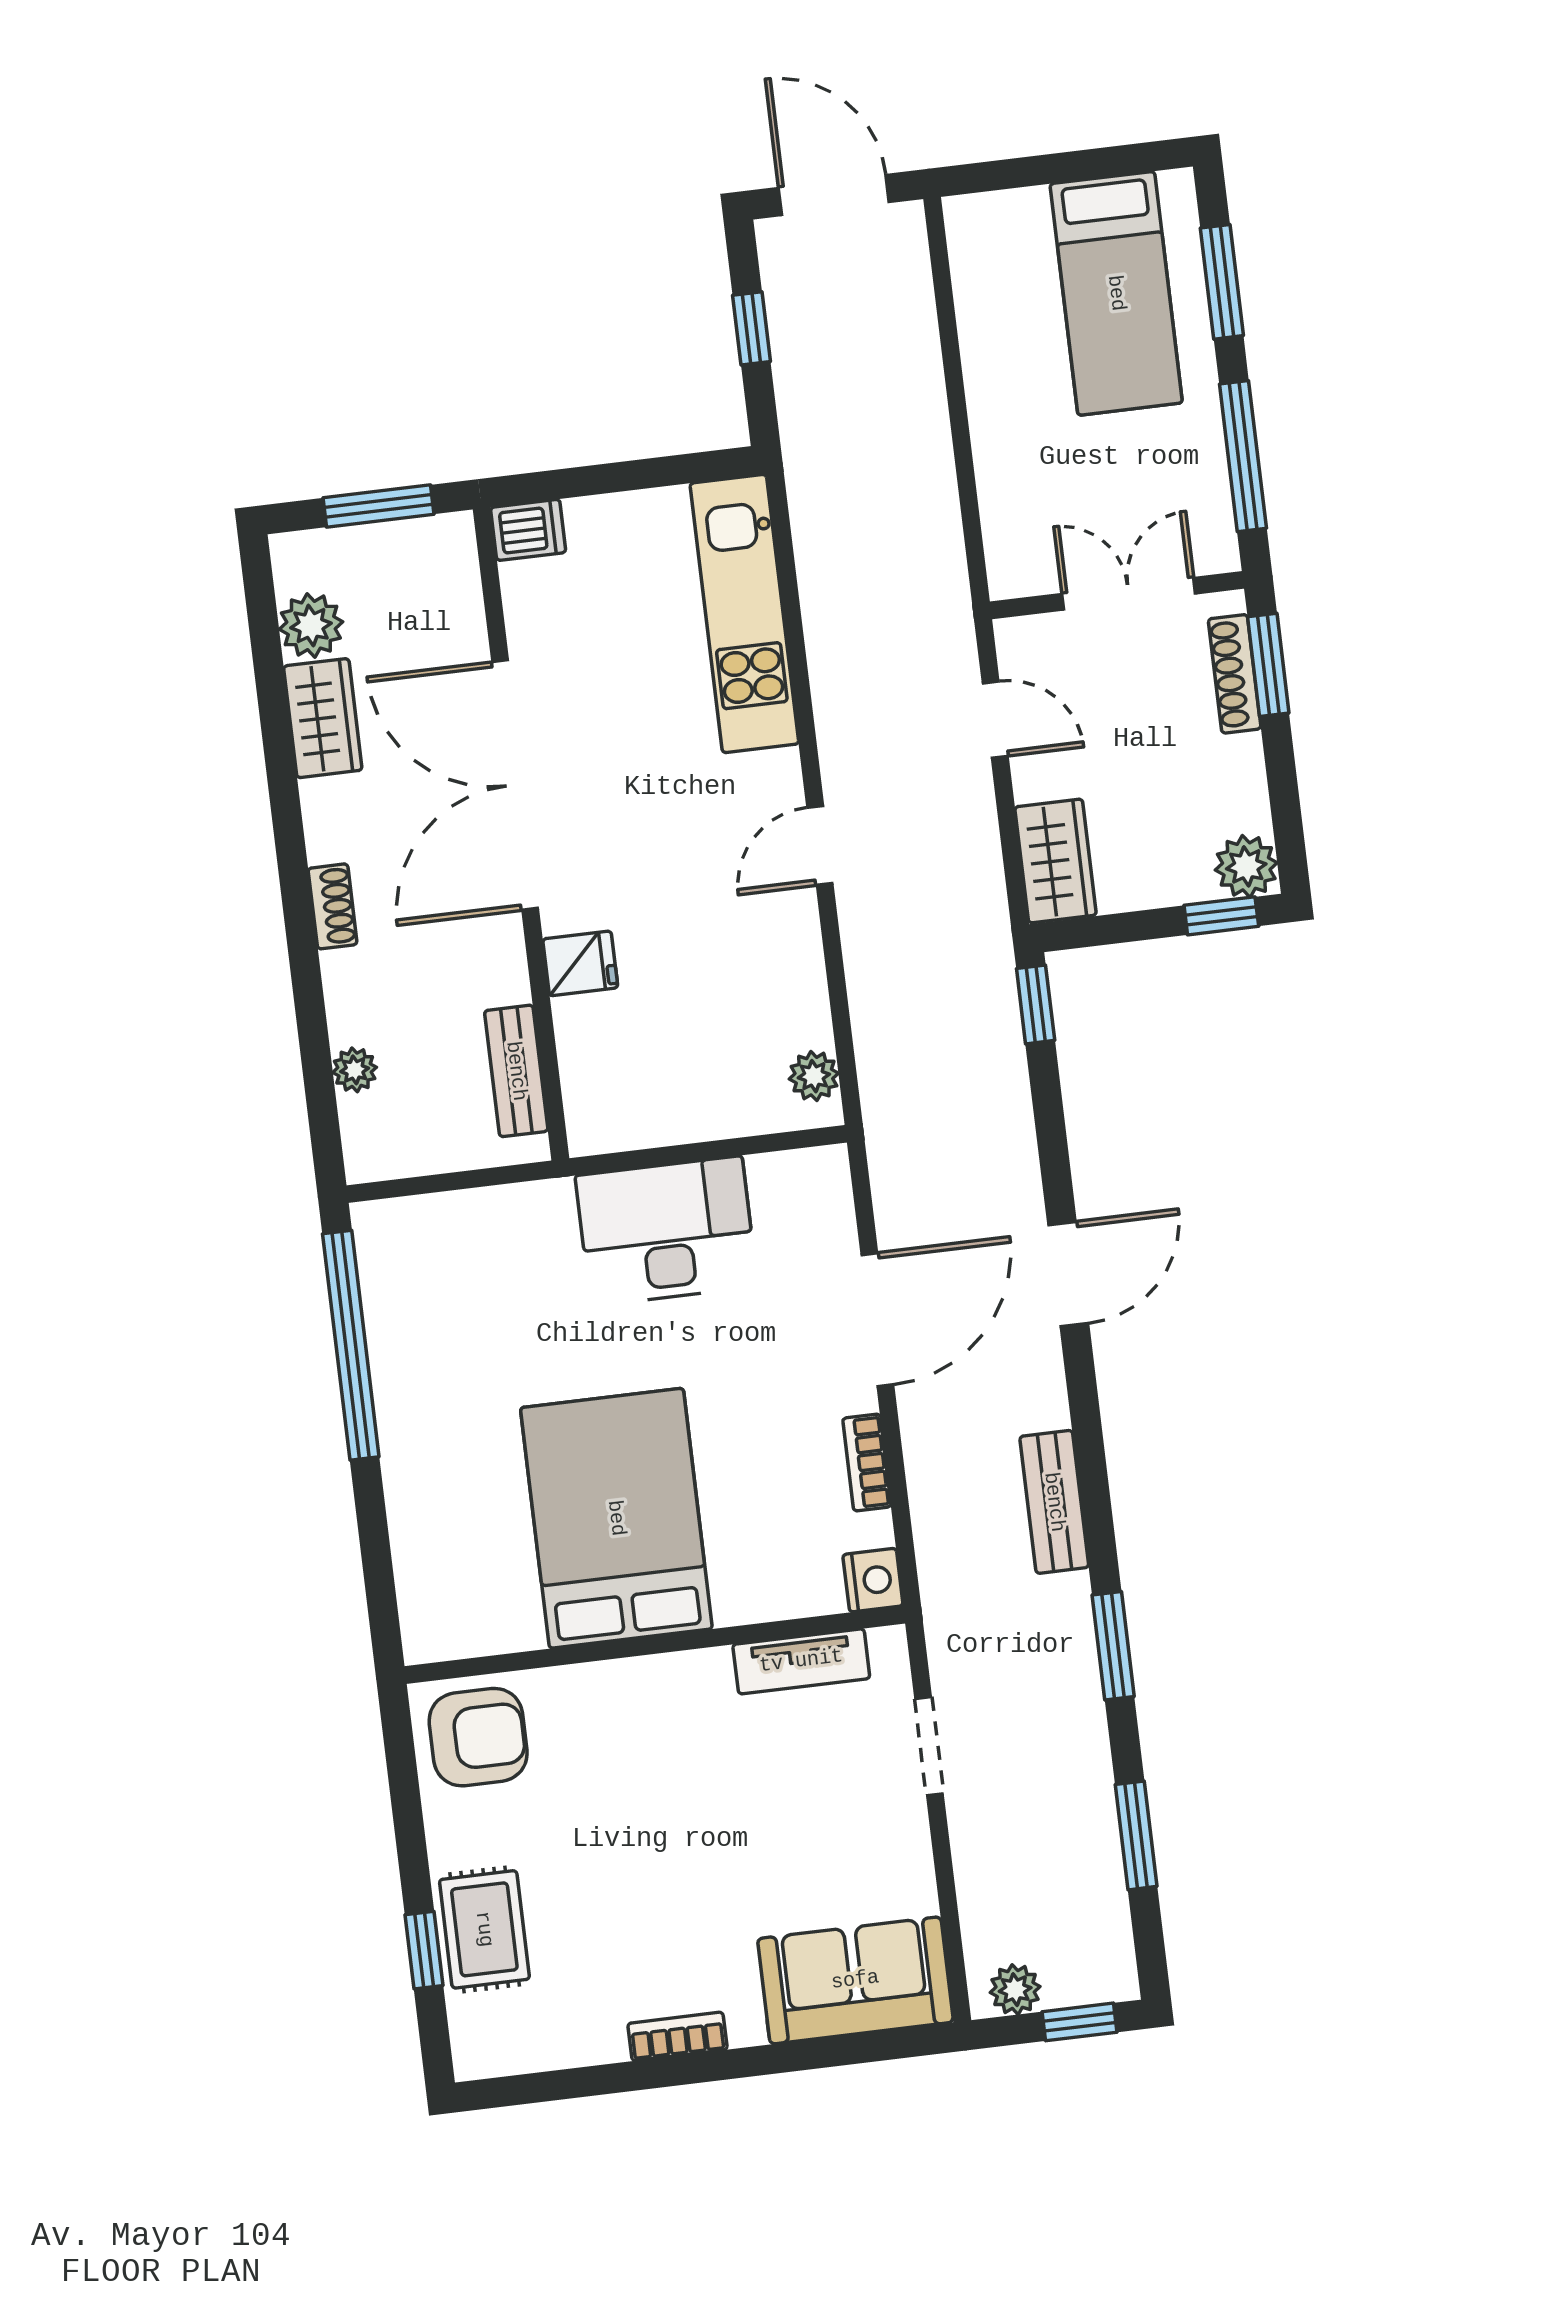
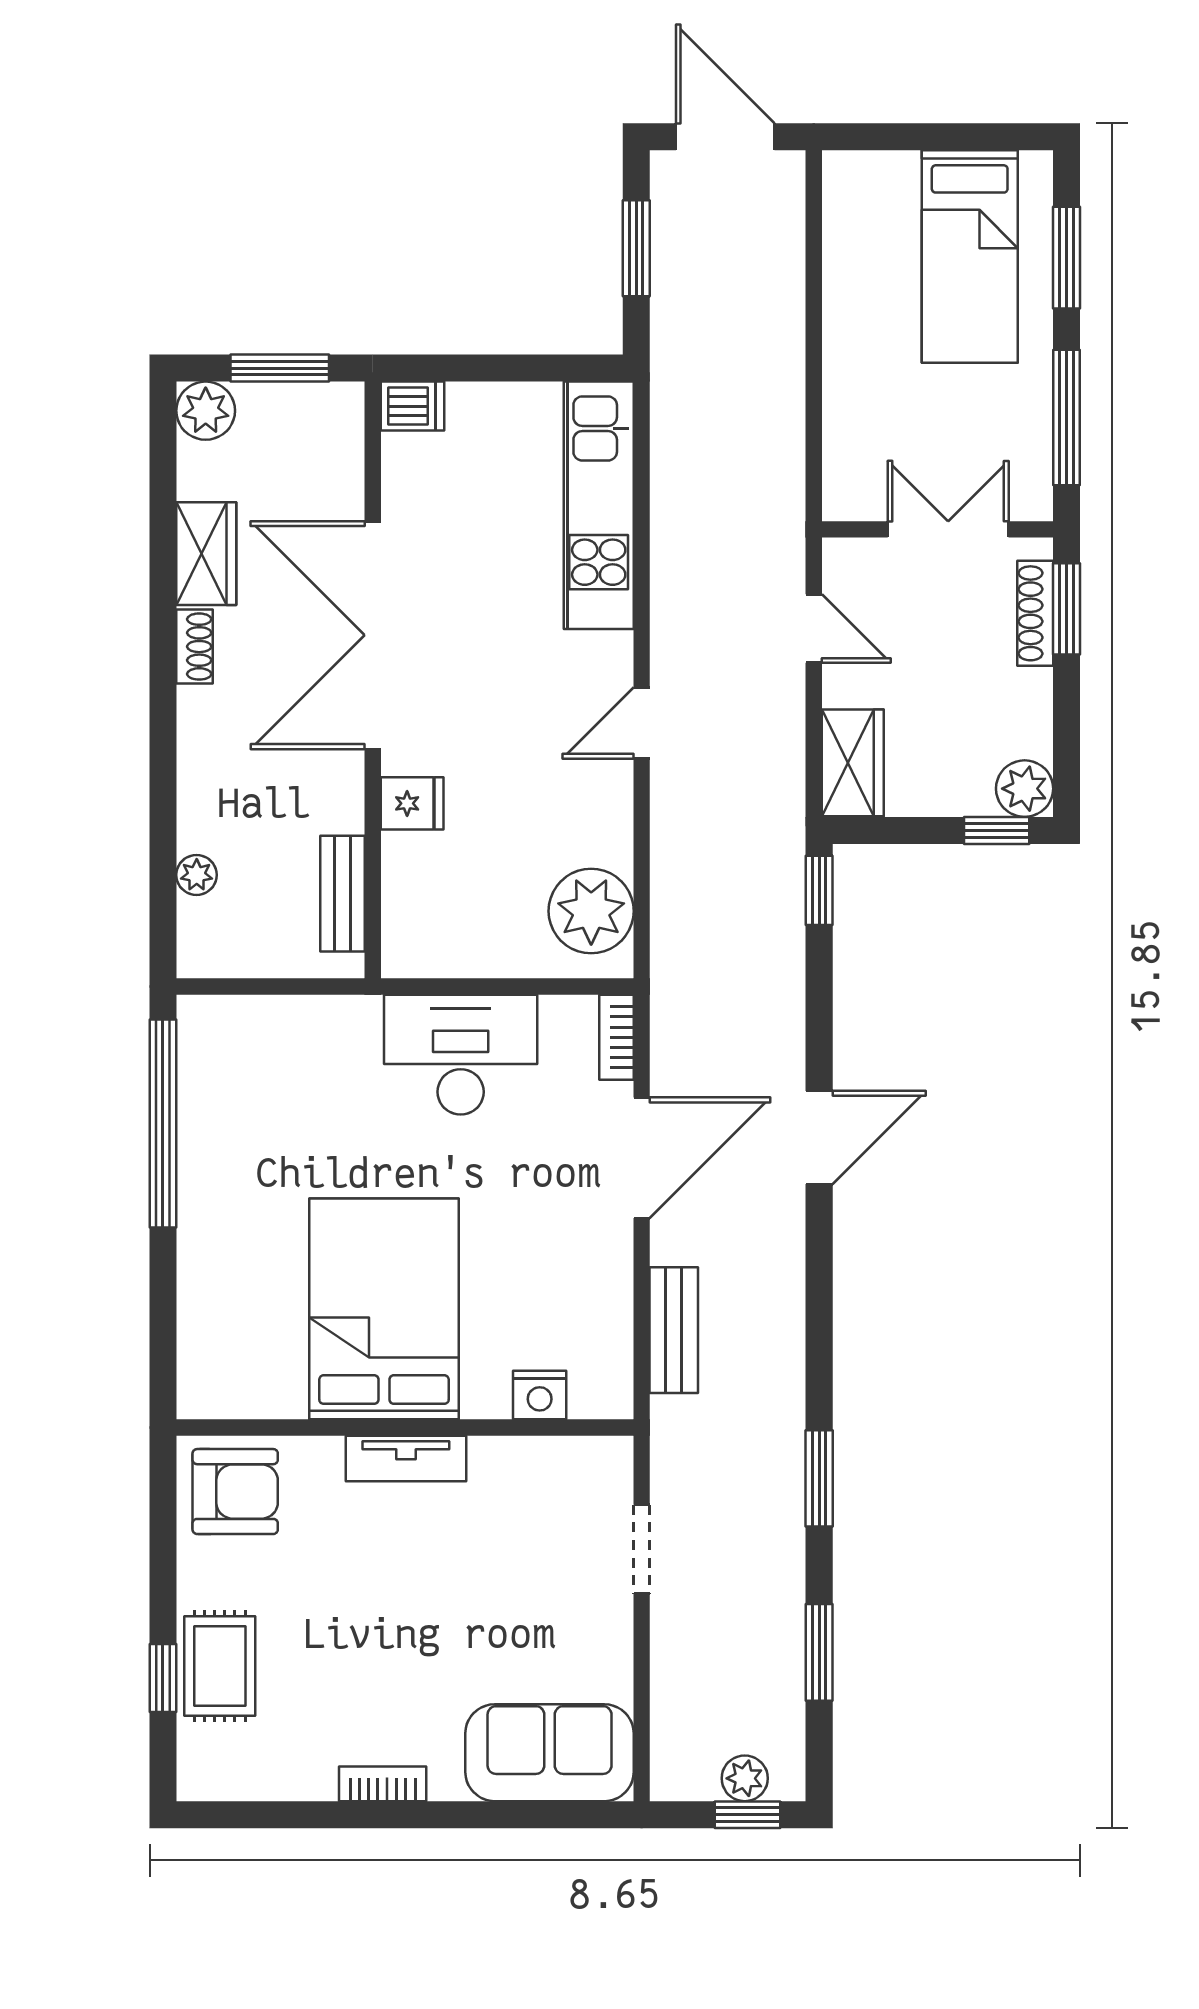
window: (751, 328) -> (636, 248), width x1.50
plant: (311, 626) -> (206, 411), moved
shoe rack: (333, 906) -> (194, 647), moved
plant: (814, 1076) -> (591, 911), width x1.88, depth x1.88
bookcase: (867, 1463) -> (616, 1037), moved
bench: (1054, 1502) -> (674, 1330), moved
nightstand: (873, 1580) -> (540, 1395), moved, turned 90
tv unit: (801, 1661) -> (406, 1459), moved
plant: (1015, 1990) -> (745, 1778), moved

